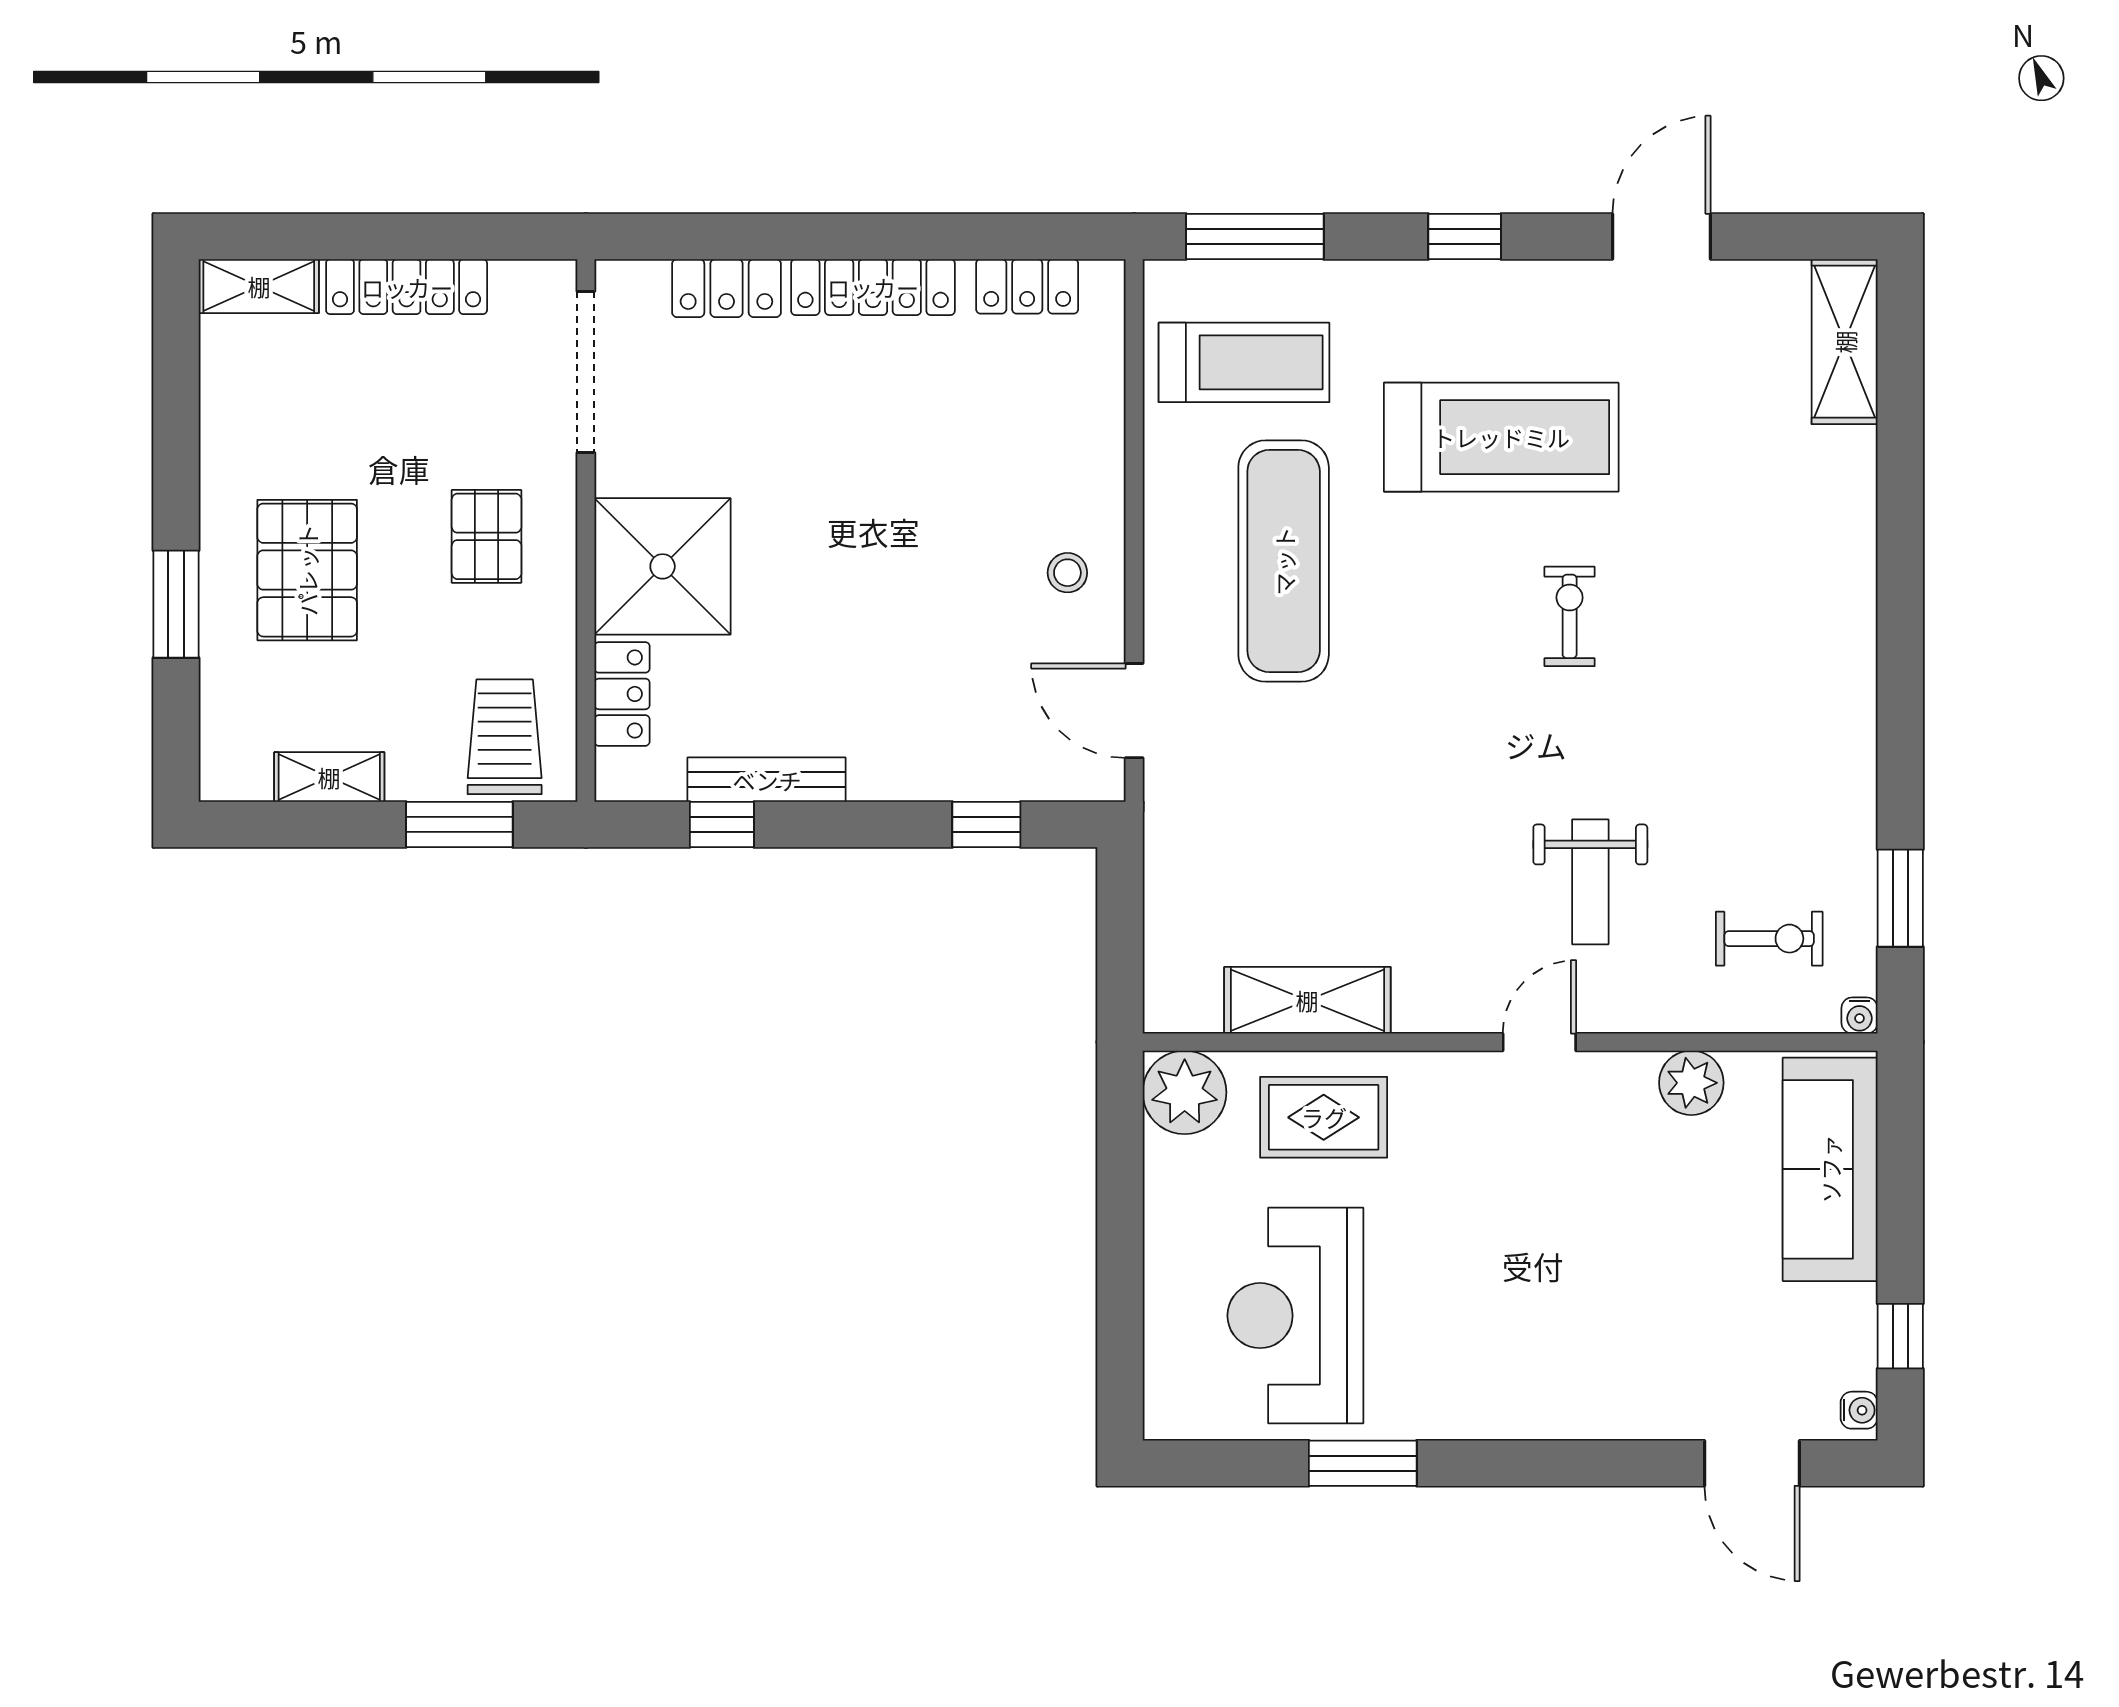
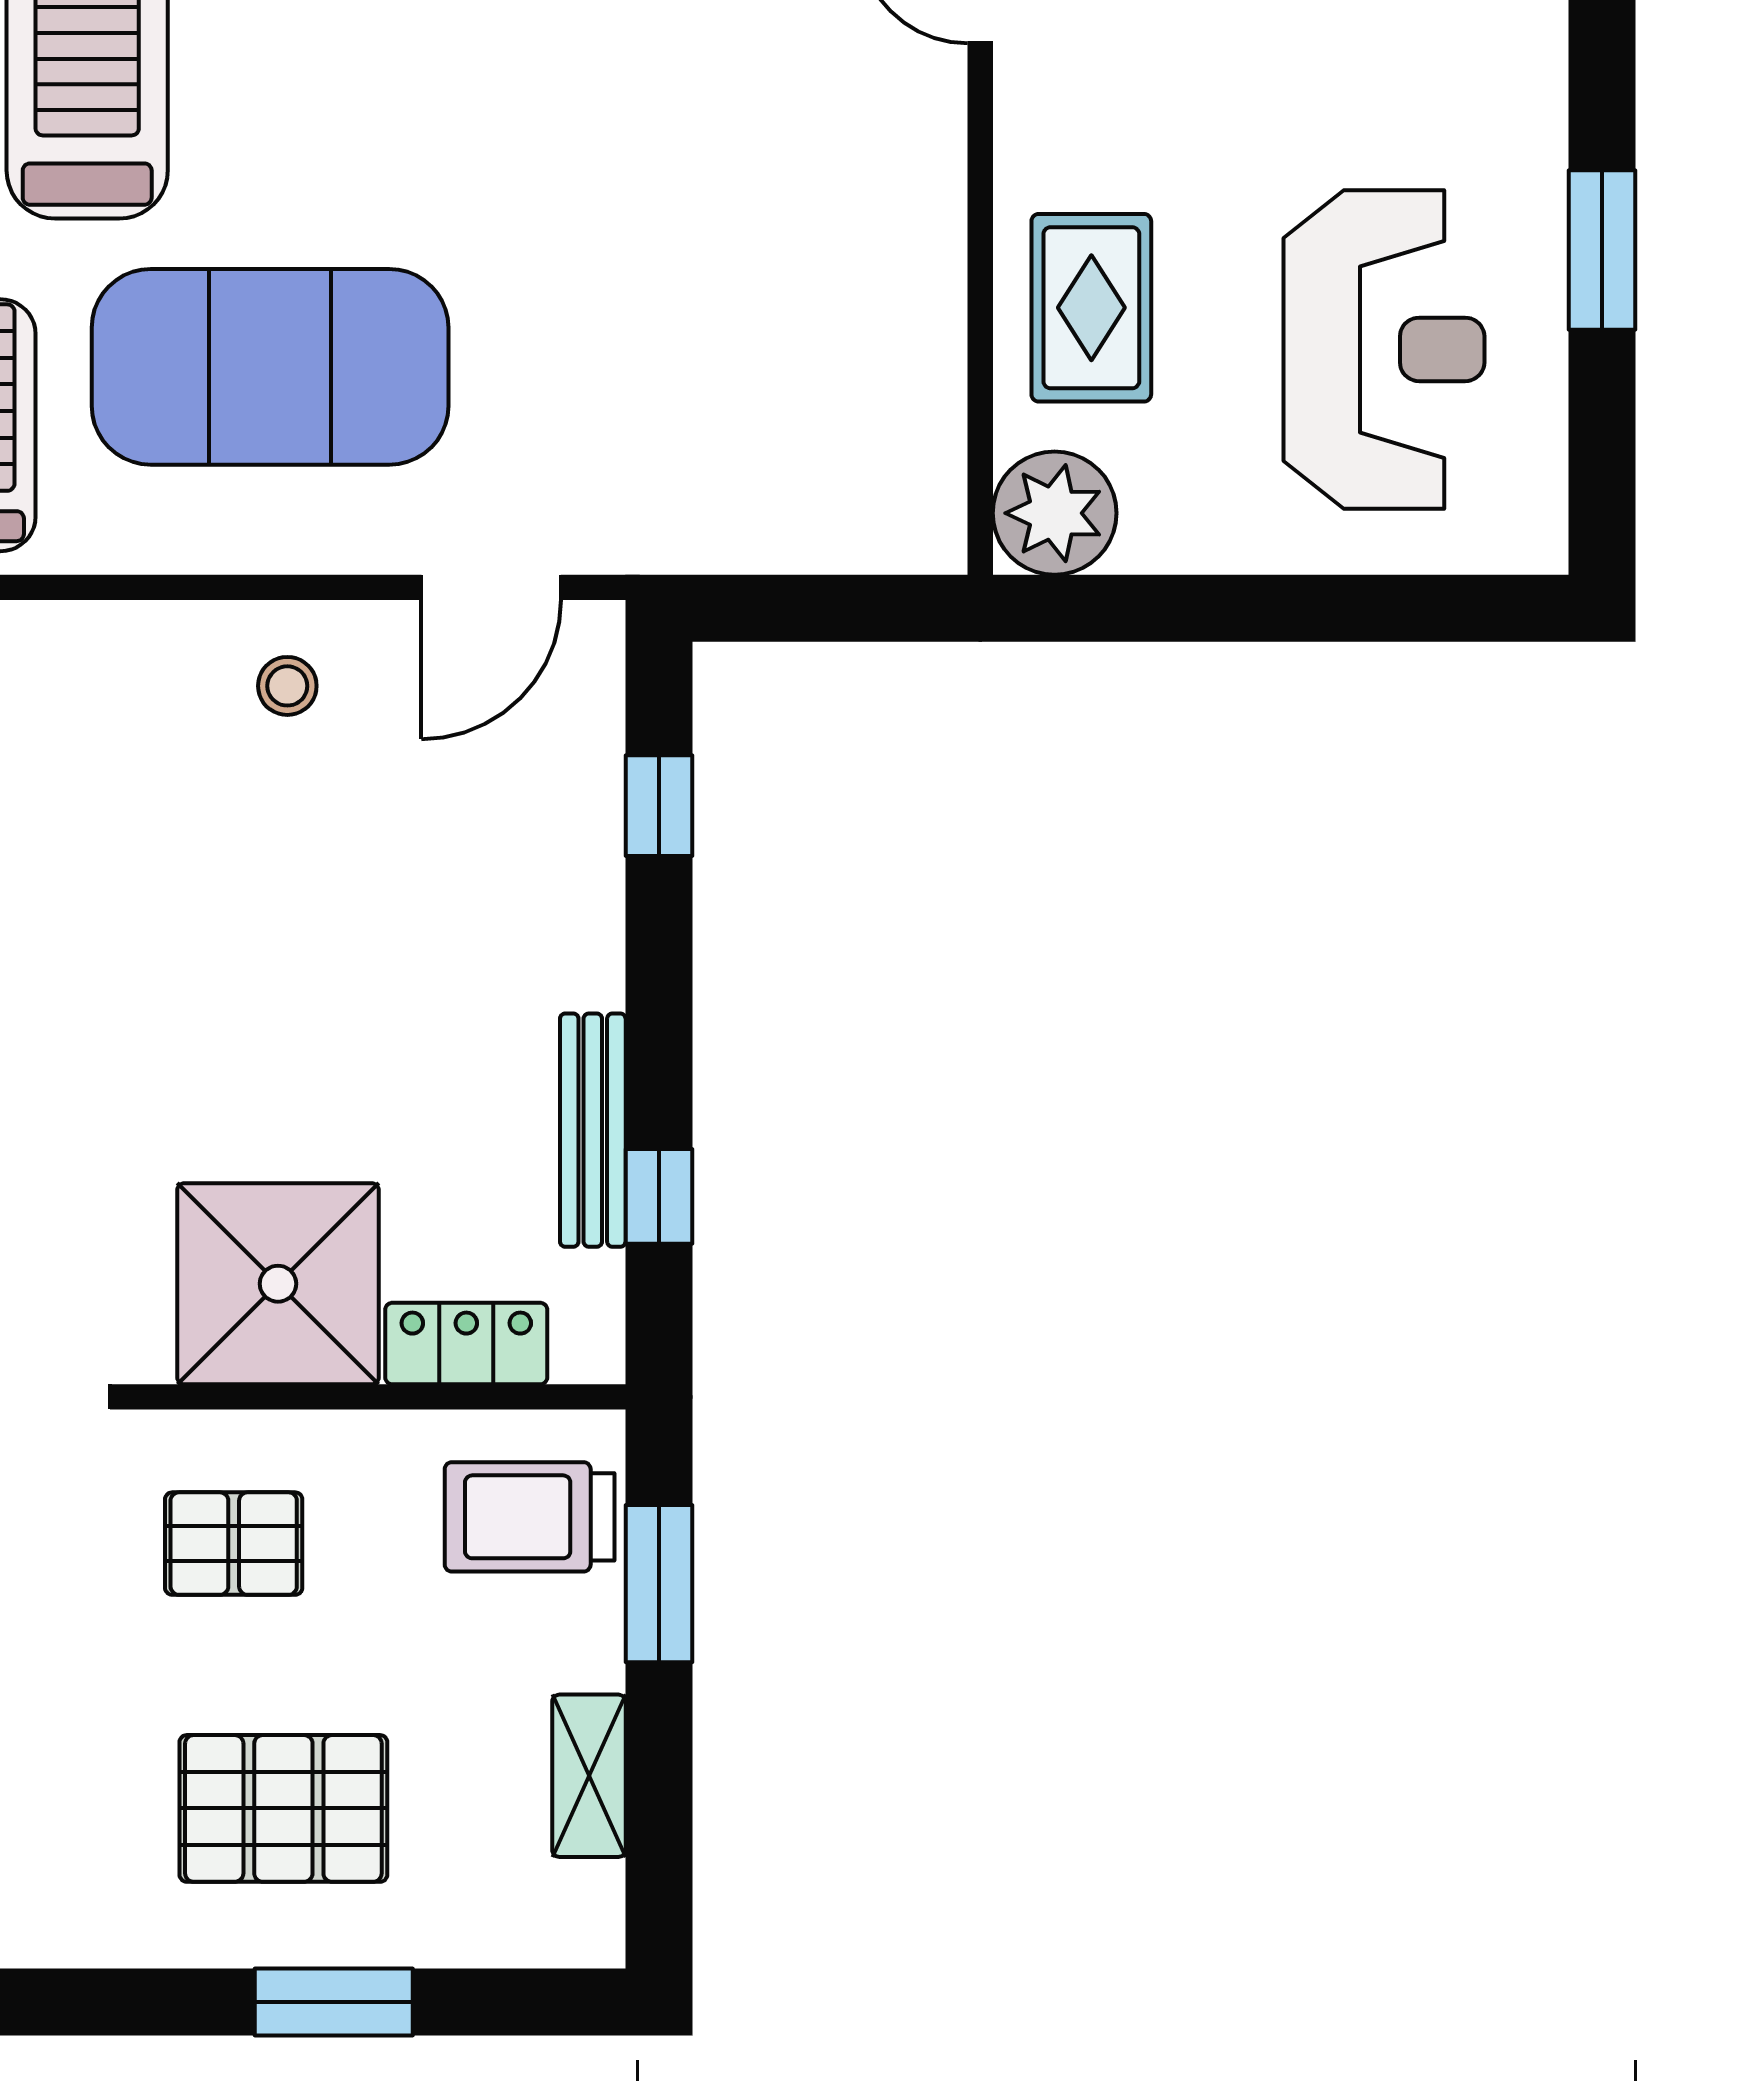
exercise mat: (1284, 561) -> (270, 367), width x1.47
shelving: (1307, 1000) -> (919, 332), removed
reception desk: (1295, 1316) -> (1384, 349), turned -90

